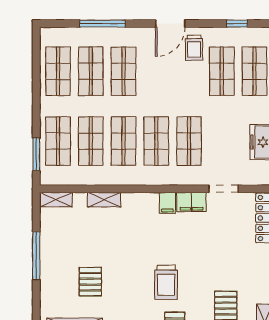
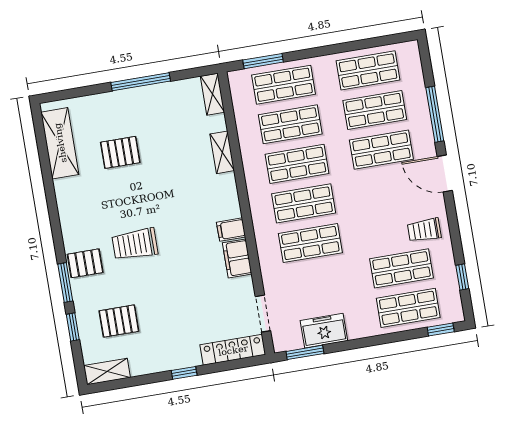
door: (170, 24) -> (445, 174), moved
doorway: (224, 189) -> (263, 314), moved

